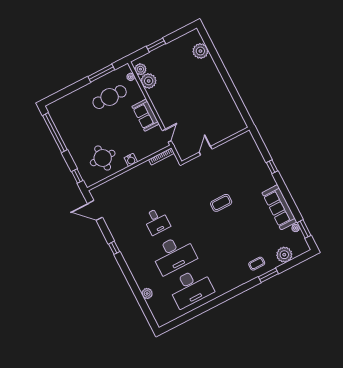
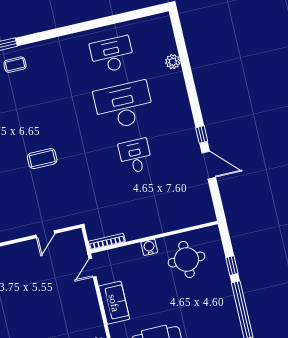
window: (77, 176) -> (232, 266), moved
door: (95, 210) -> (209, 165), moved
desk: (191, 288) -> (112, 55), width x0.73, depth x0.77

